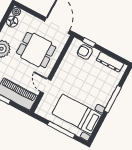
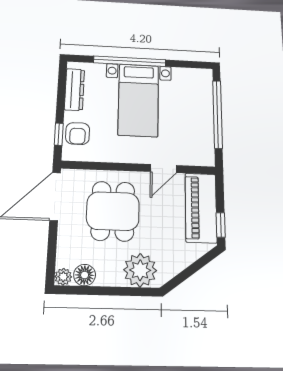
window: (113, 99) -> (130, 61), width x1.46
bed with nightstands: (77, 114) -> (138, 100), moved
window: (61, 130) -> (217, 114), width x1.46

